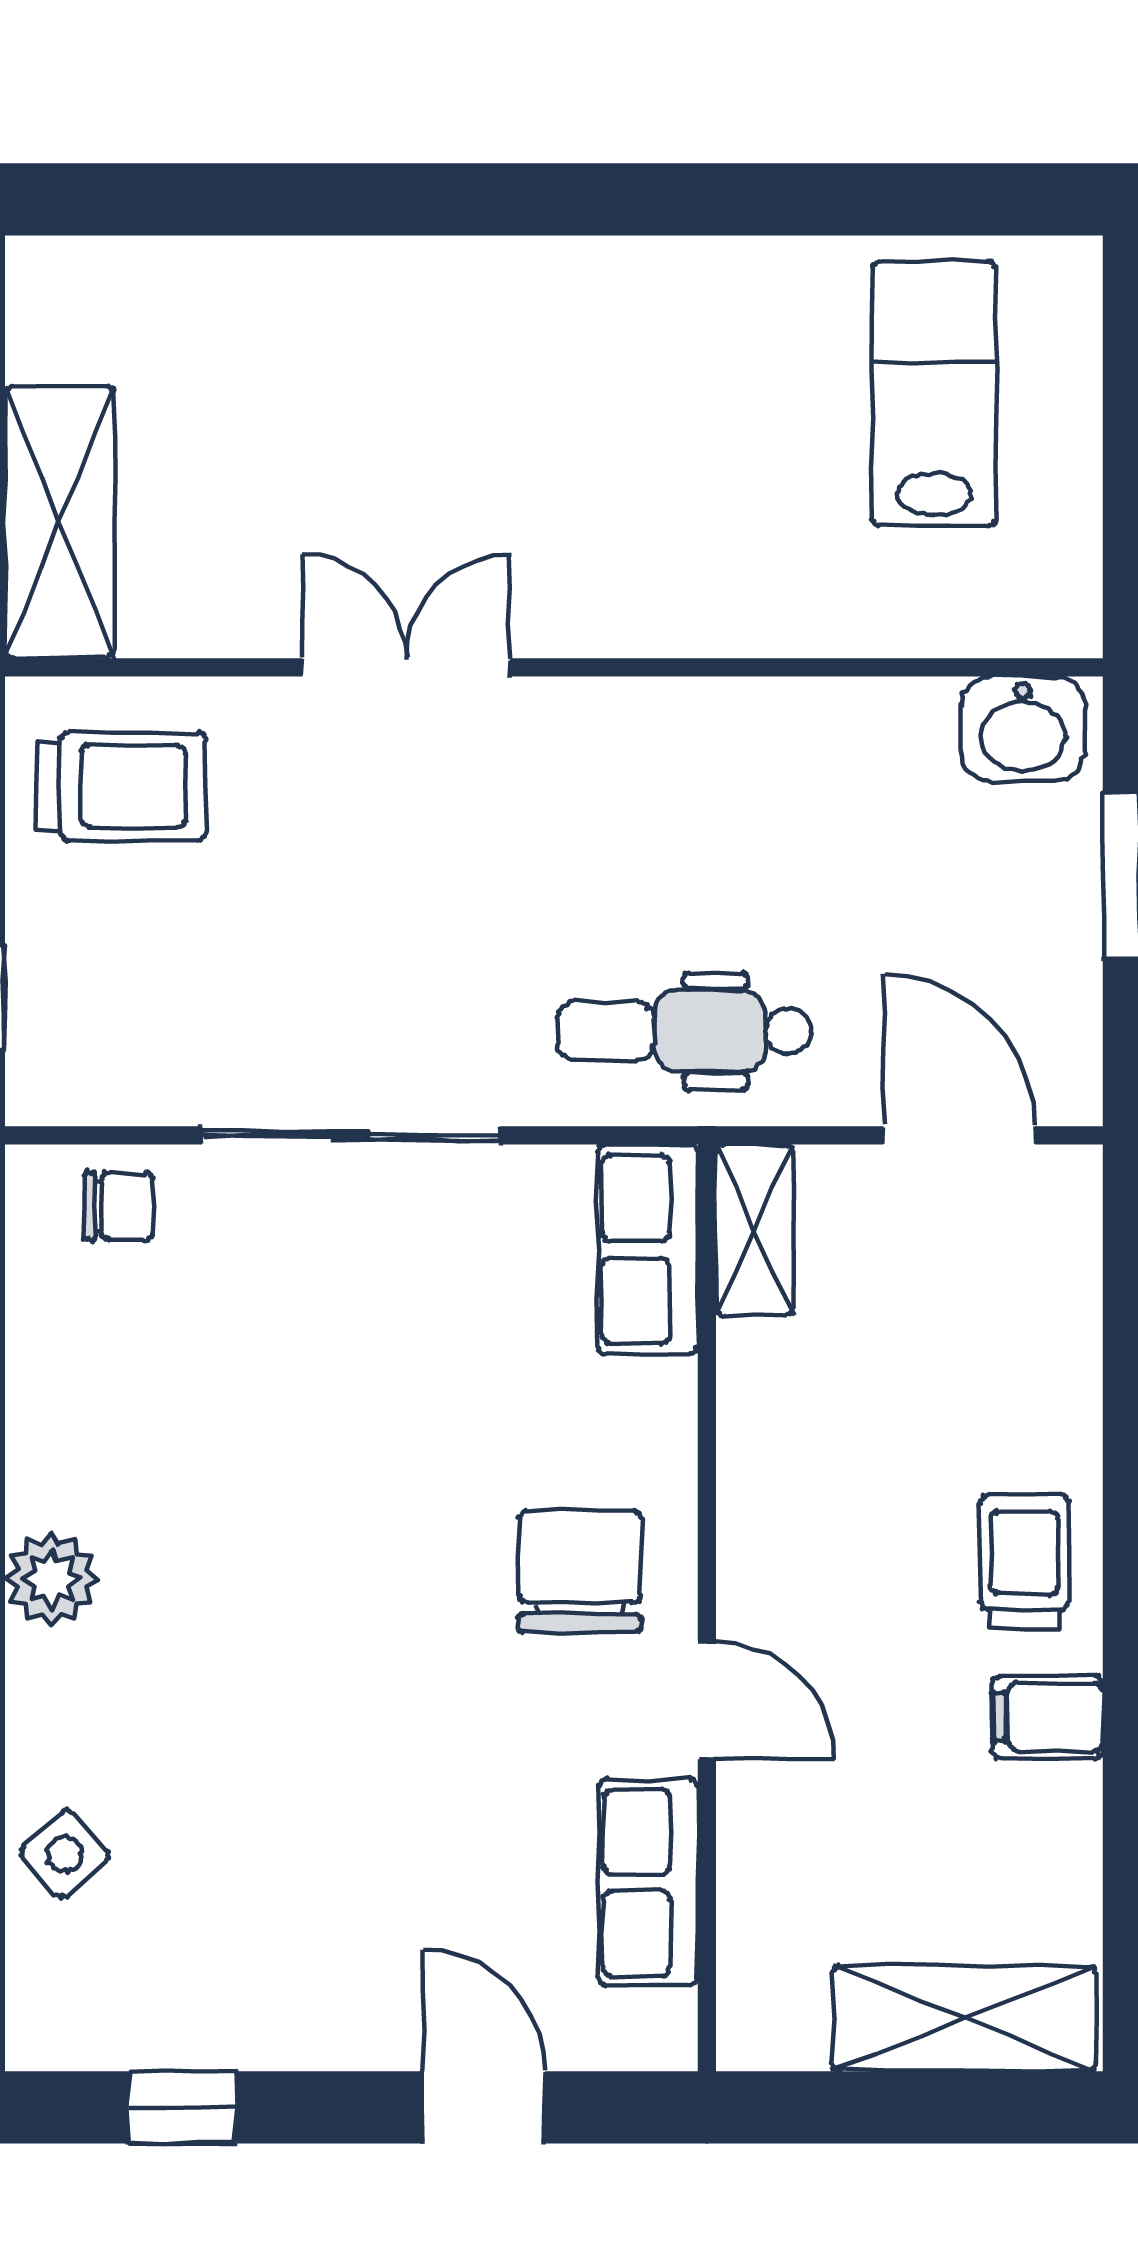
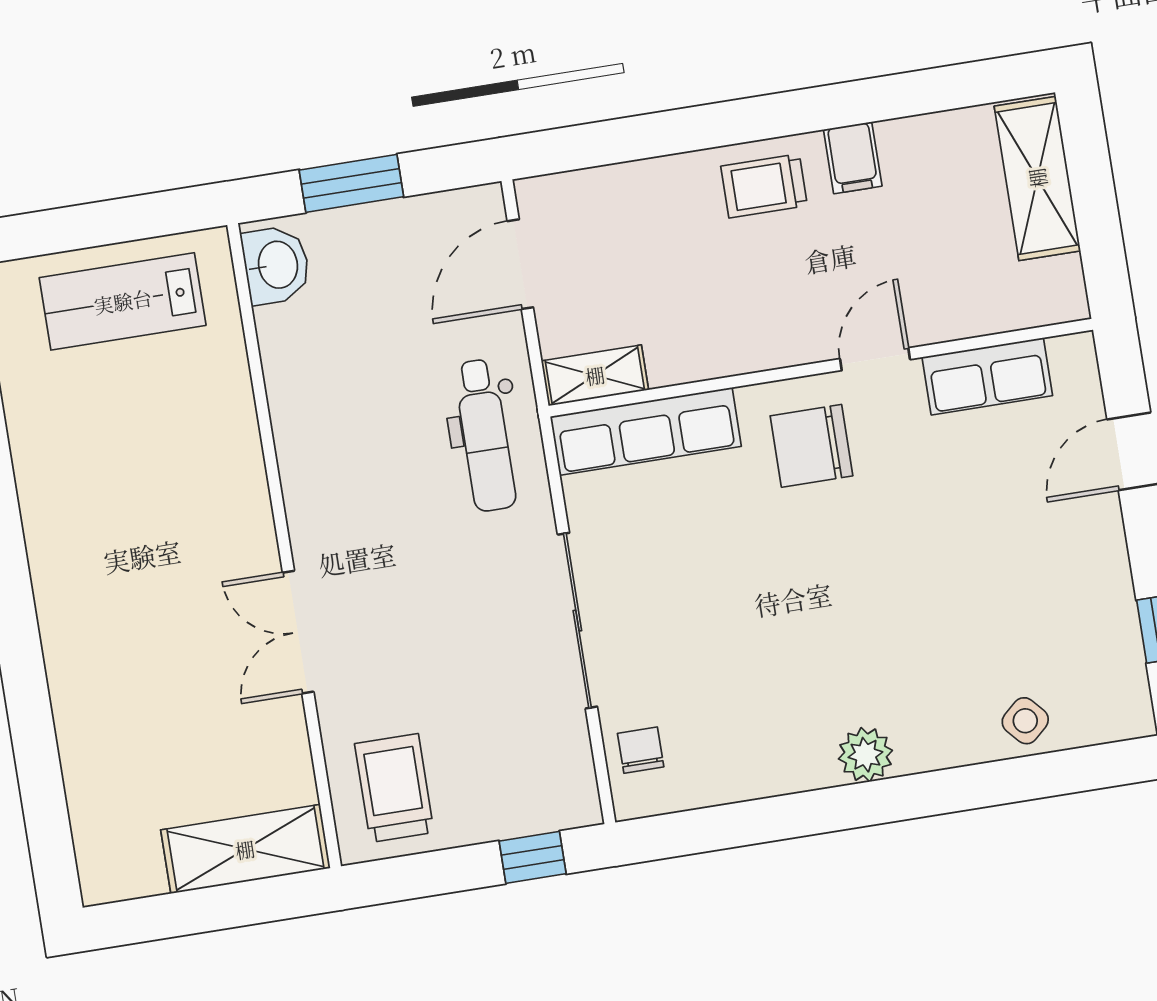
lab bench: (934, 393) -> (123, 301), moved
row of seats: (648, 1249) -> (646, 431), width x1.48

